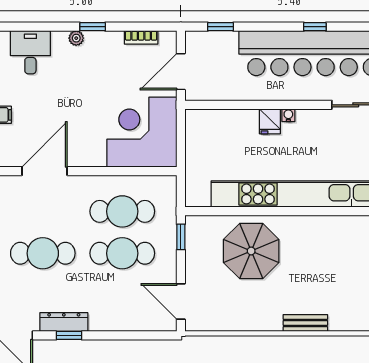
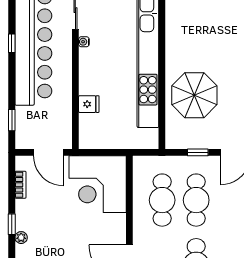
water cooler: (288, 115) -> (84, 42), moved
fridge: (270, 121) -> (89, 104), moved
window: (181, 237) -> (198, 152), moved

